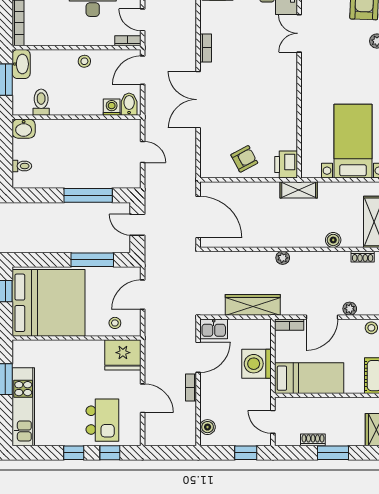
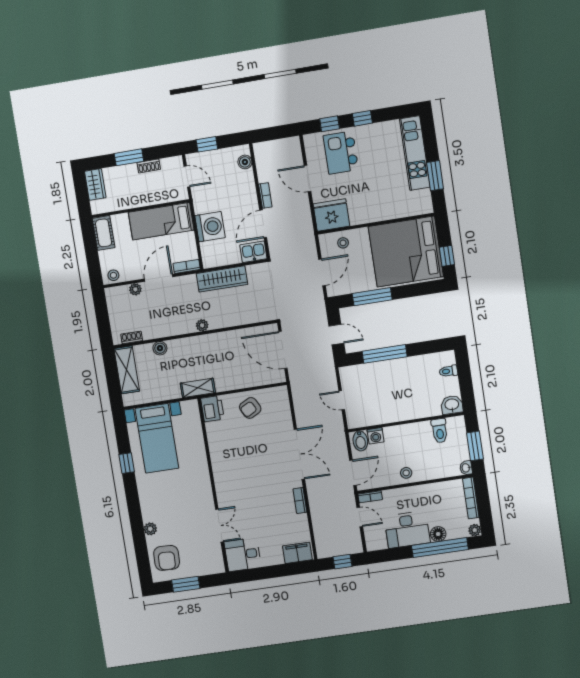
washbasin: (21, 64) -> (466, 468), width x0.52, depth x0.69

